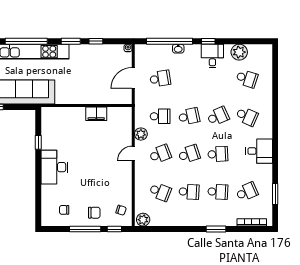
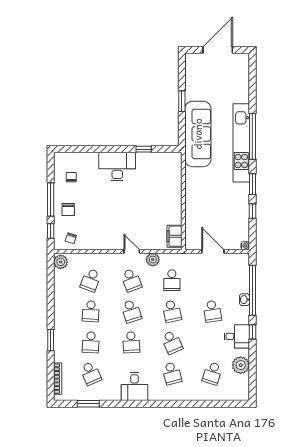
school desk: (160, 79) -> (212, 311), moved
filing cabinet: (96, 114) -> (175, 236), moved
school desk: (247, 116) -> (172, 373), turned -39

